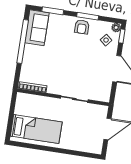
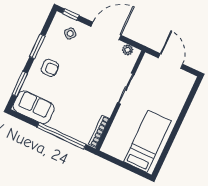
armchair: (82, 27) -> (50, 68), moved
plant: (116, 28) -> (128, 50), moved
window: (23, 42) -> (62, 136), moved

